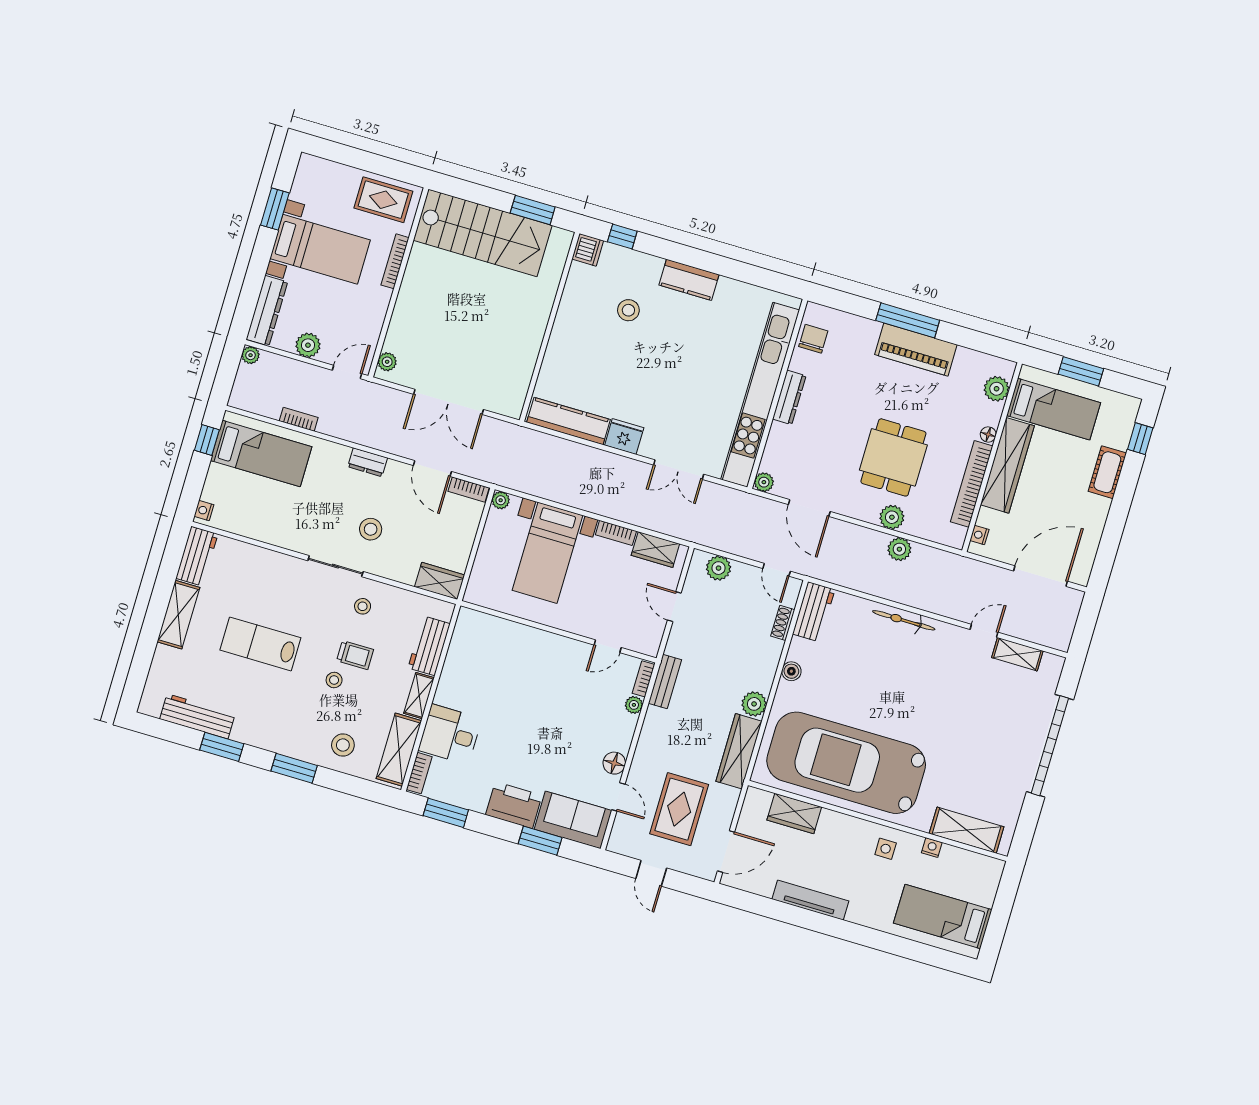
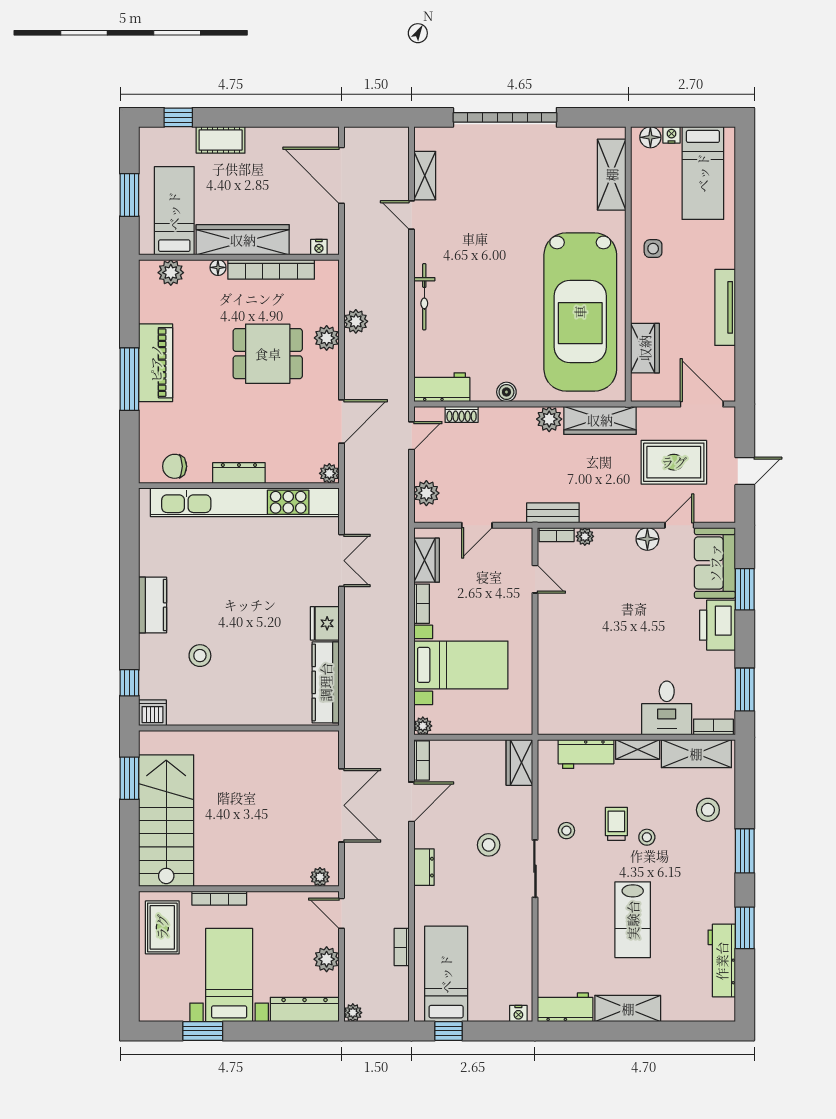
nightstand: (932, 848) -> (671, 135), moved, turned 90
floor lamp: (991, 877) -> (650, 137), added

